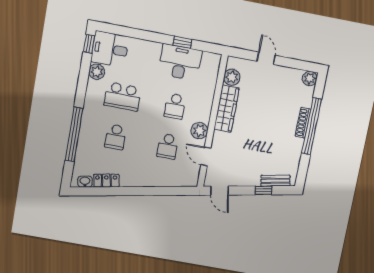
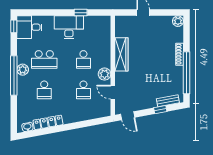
desk: (180, 62) -> (69, 27), moved
plant: (97, 72) -> (23, 70), moved
plant: (232, 77) -> (121, 31), removed
window: (312, 126) -> (186, 73), moved
window: (74, 134) -> (14, 76), moved
locker: (106, 181) -> (48, 122), width x1.53

